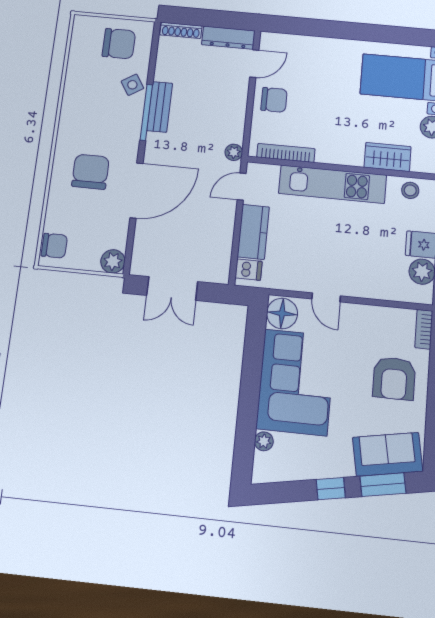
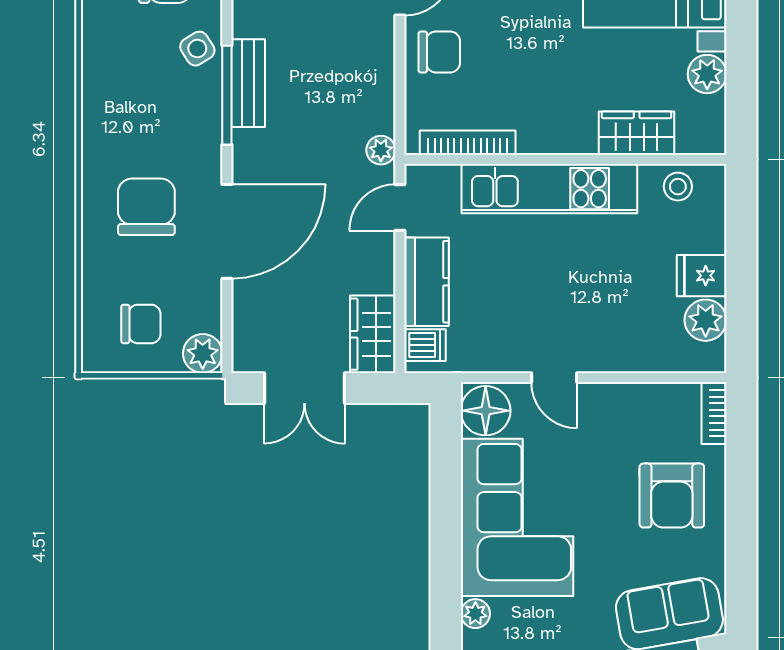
chair: (54, 246) -> (141, 324), moved
wardrobe: (217, 260) -> (373, 334), added

